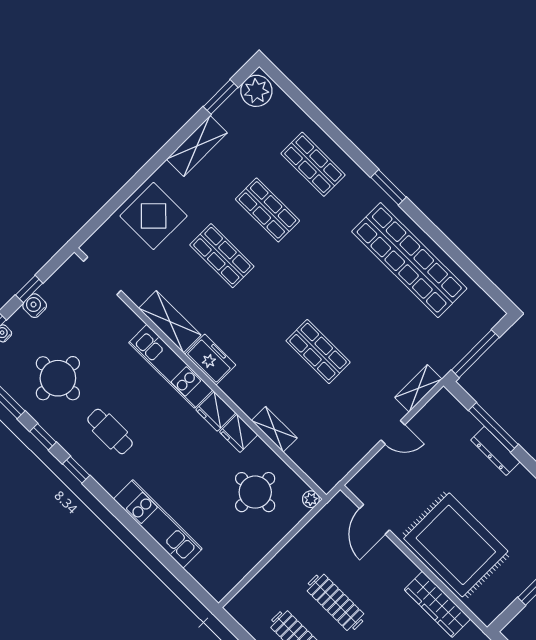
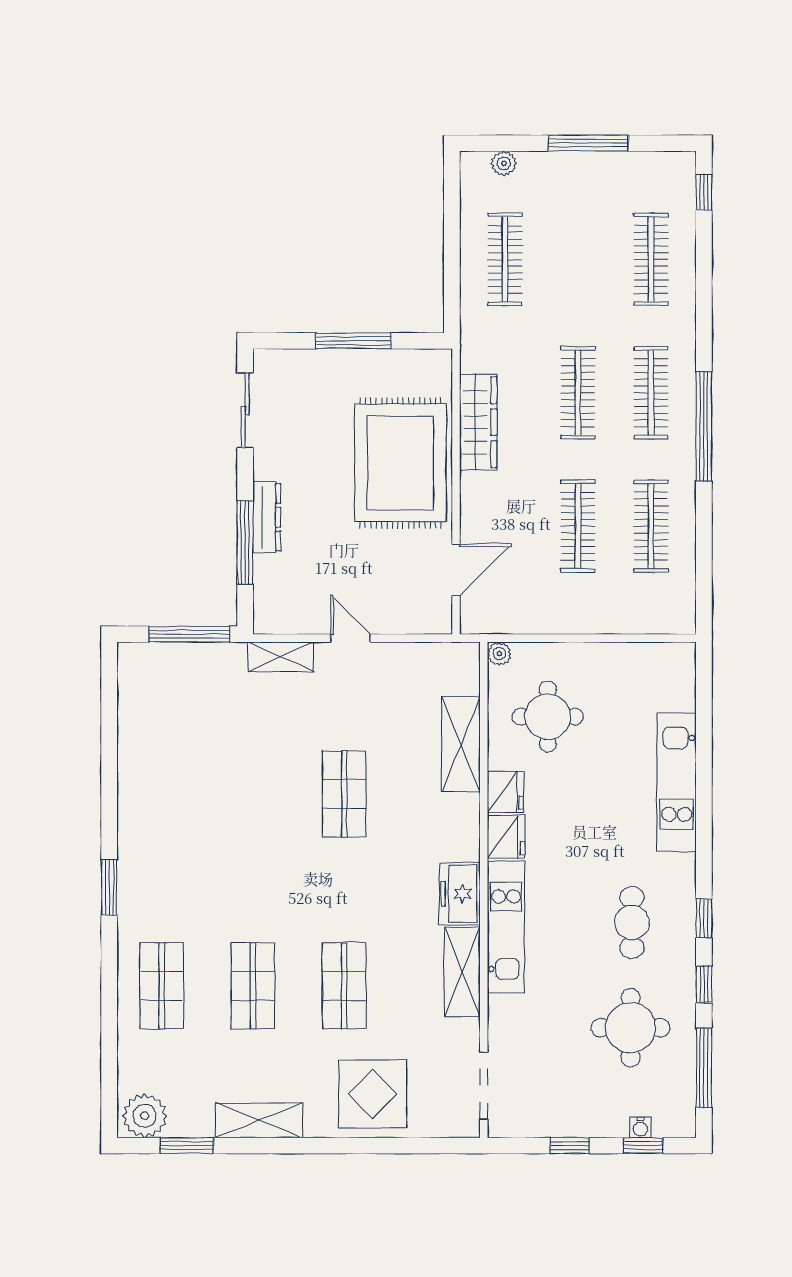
shop shelf: (409, 260) -> (162, 794), removed
water cooler: (35, 306) -> (581, 1124), removed
shelving: (274, 429) -> (461, 744), width x1.50, depth x1.33

